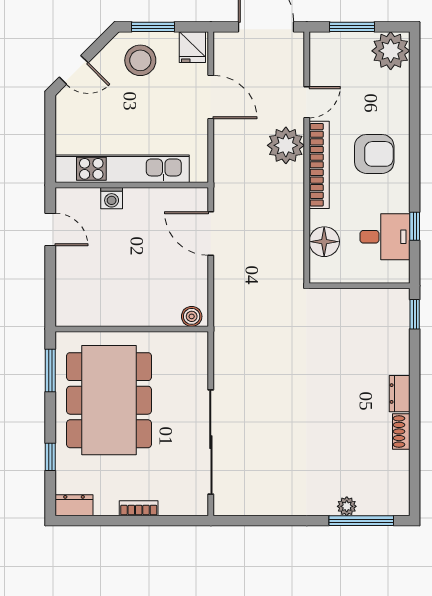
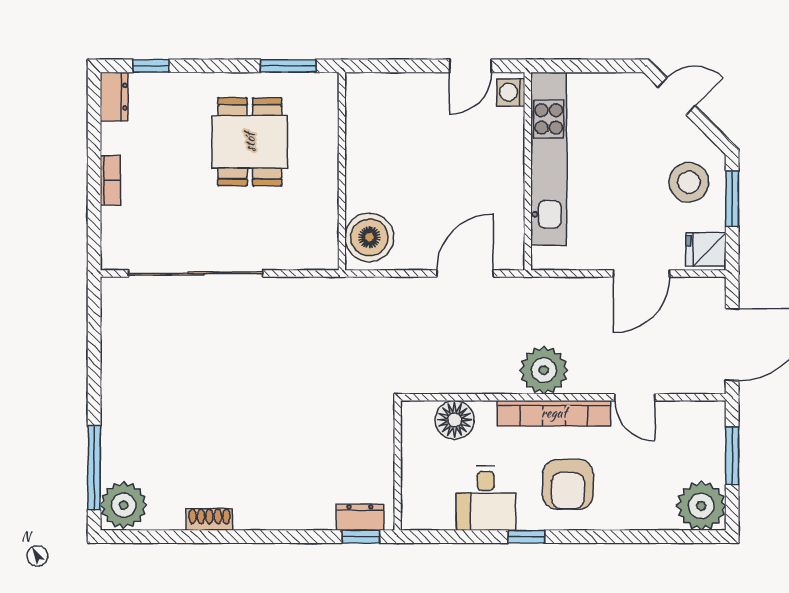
door: (74, 70) -> (677, 96), swing flipped
plant: (286, 145) -> (544, 370), moved
washing machine: (112, 198) -> (511, 92), moved
window: (415, 226) -> (526, 537), moved
desk: (385, 237) -> (486, 498), moved
boiler: (192, 316) -> (369, 237), width x1.86, depth x1.86
dresser: (400, 394) -> (360, 517), moved
dining table: (109, 400) -> (250, 142), width x0.53, depth x0.80
window: (50, 457) -> (151, 66), moved
plant: (347, 506) -> (124, 505), moved, width x1.87, depth x1.87

